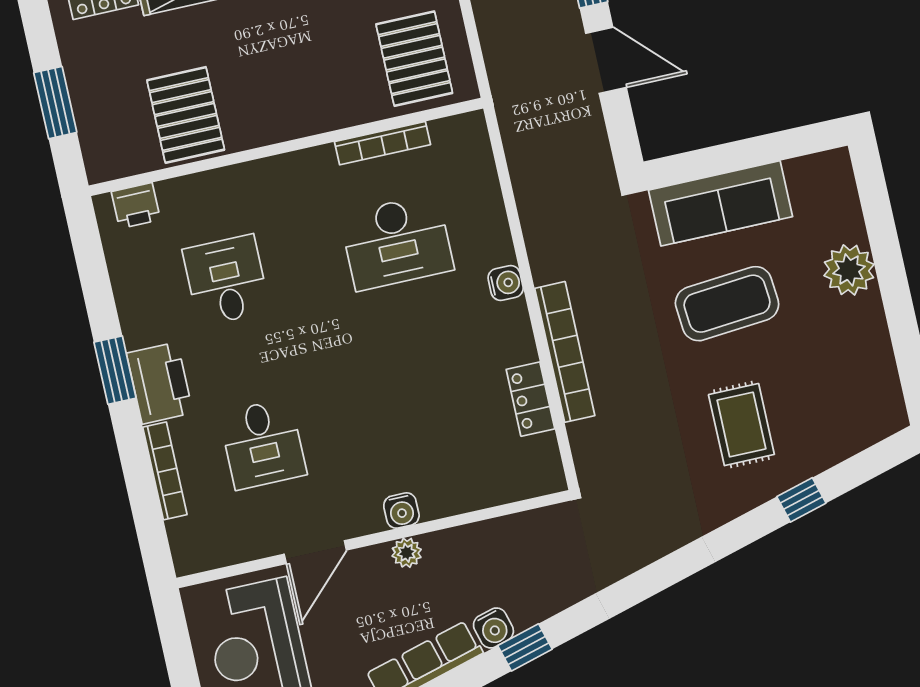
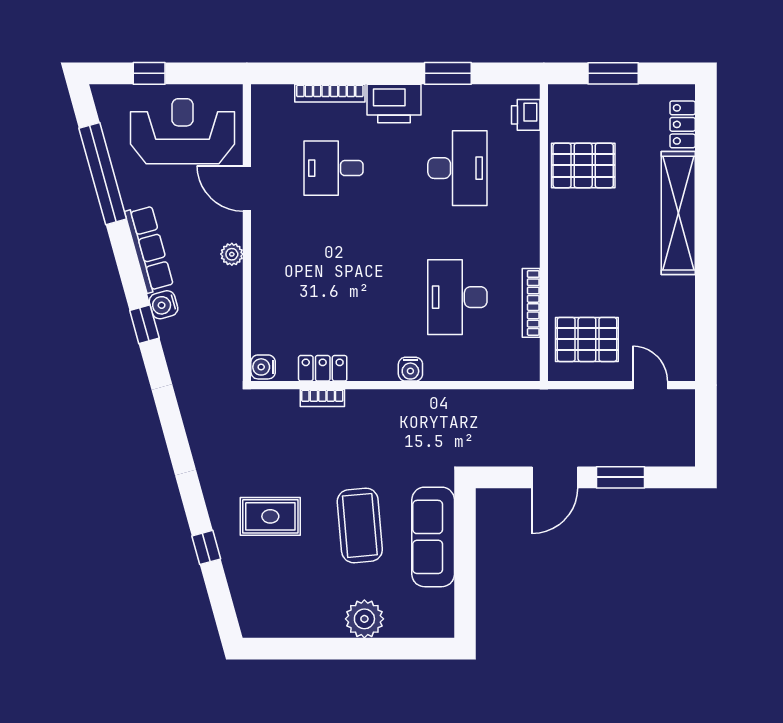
desk: (226, 280) -> (457, 168), width x1.37
bookcase: (565, 352) -> (322, 398), width x0.43, depth x0.76
window: (115, 370) -> (448, 73), moved
water cooler: (401, 511) -> (263, 367), moved

